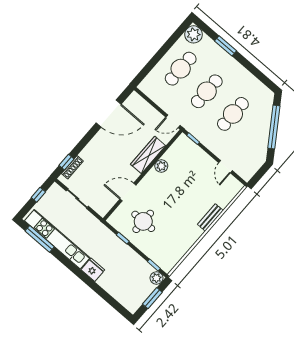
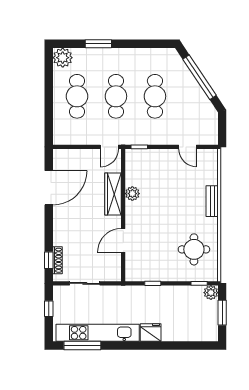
round table: (143, 221) -> (194, 249), moved

